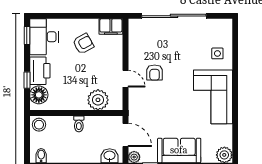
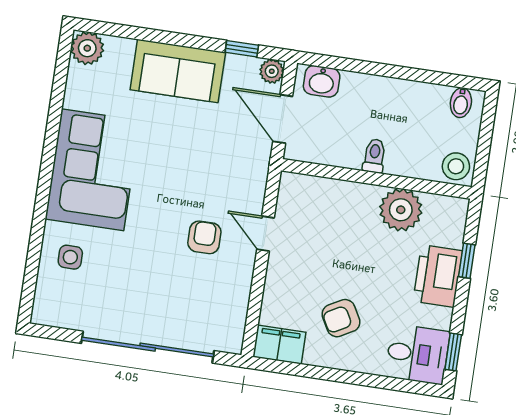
desk: (44, 37) -> (417, 354), width x0.73
floor lamp: (39, 95) -> (447, 227), removed
plant: (98, 100) -> (401, 210), moved

